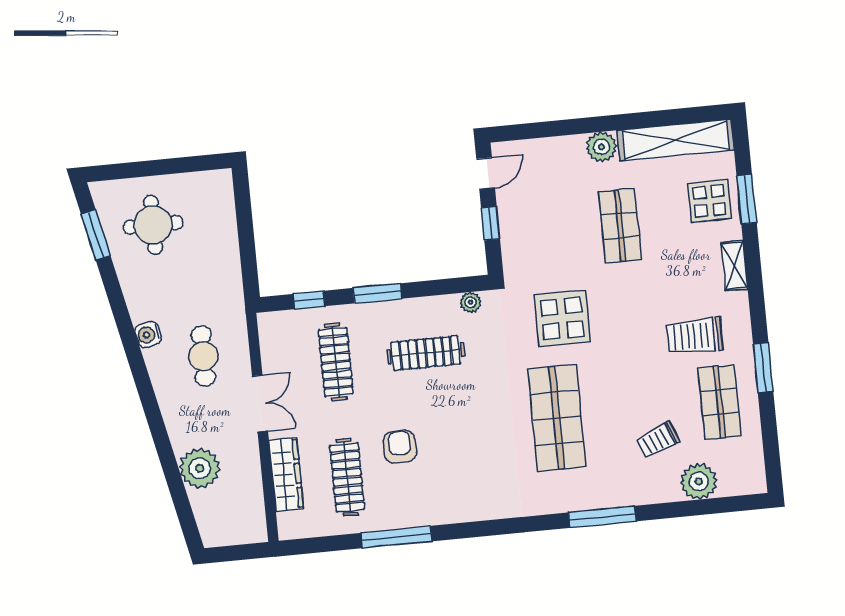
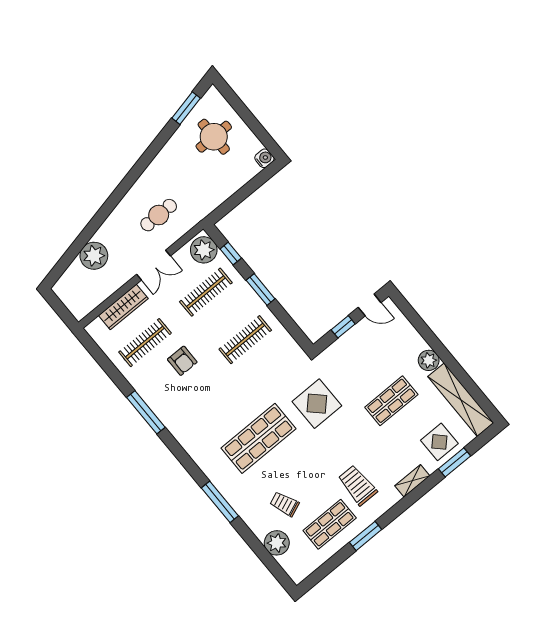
plant: (471, 302) -> (204, 250), moved, width x1.87, depth x1.87
water cooler: (148, 334) -> (264, 158), moved, turned 102
clothes rail: (426, 353) -> (245, 340), turned 90
armchair: (400, 447) -> (182, 361), turned 90
window: (396, 537) -> (146, 412), moved

